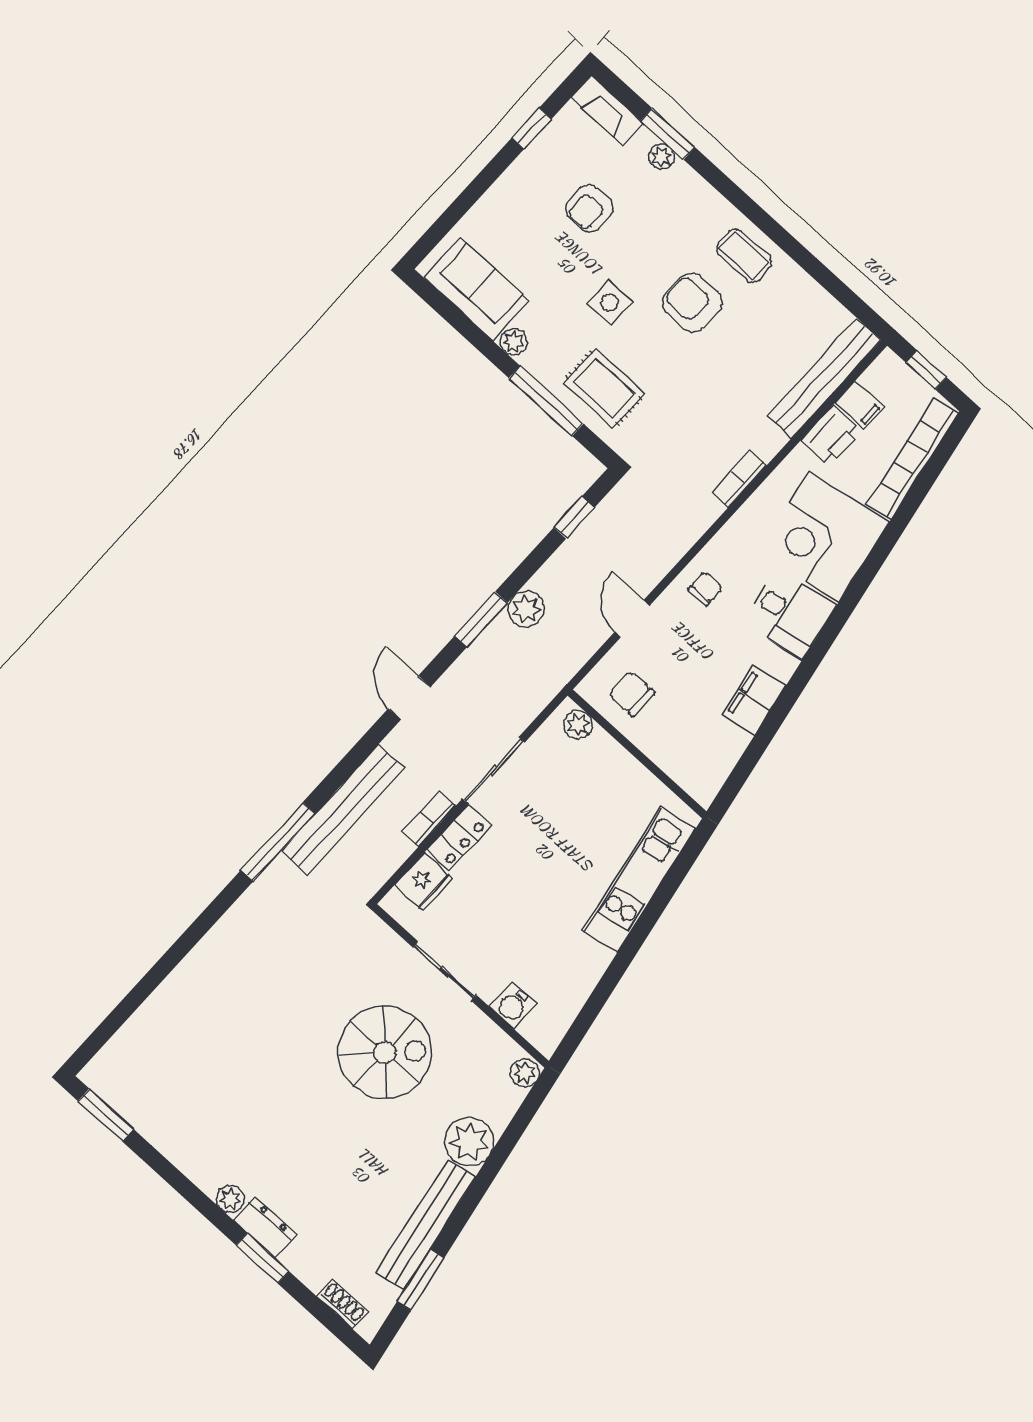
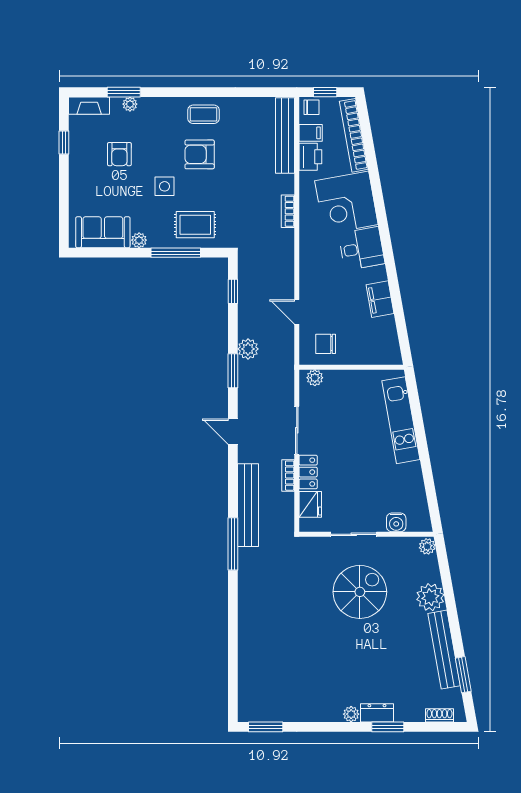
chair: (706, 589) -> (312, 107), moved, turned 90

